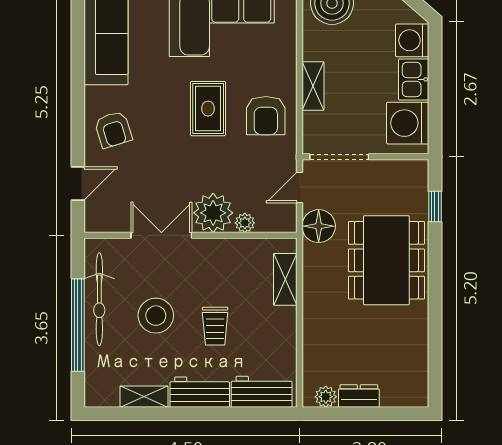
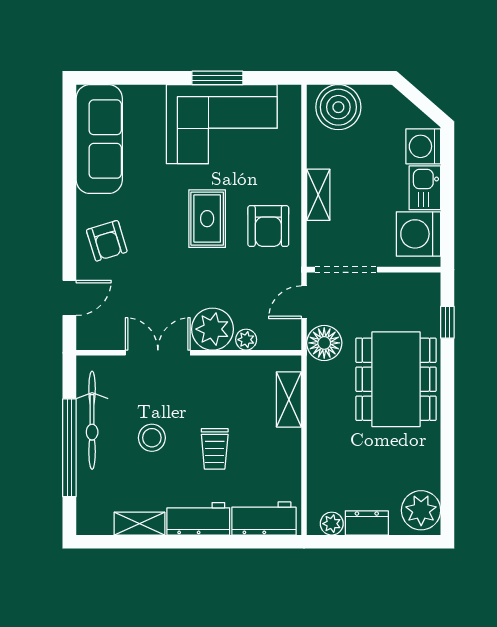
stool: (156, 316) -> (152, 438), width x0.73, depth x0.73
plant: (410, 384) -> (421, 510), added

